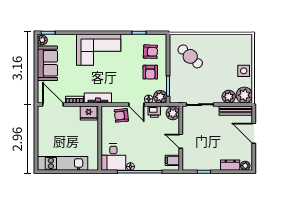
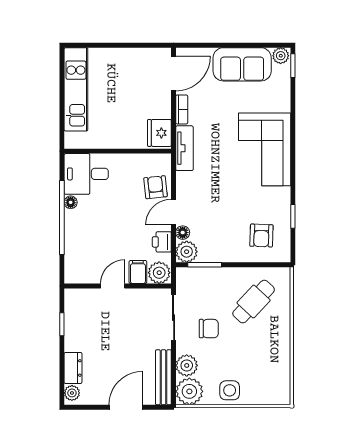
armchair: (150, 72) -> (227, 235), removed
chair: (206, 83) -> (209, 329), added
filing cabinet: (172, 160) -> (138, 272), moved

